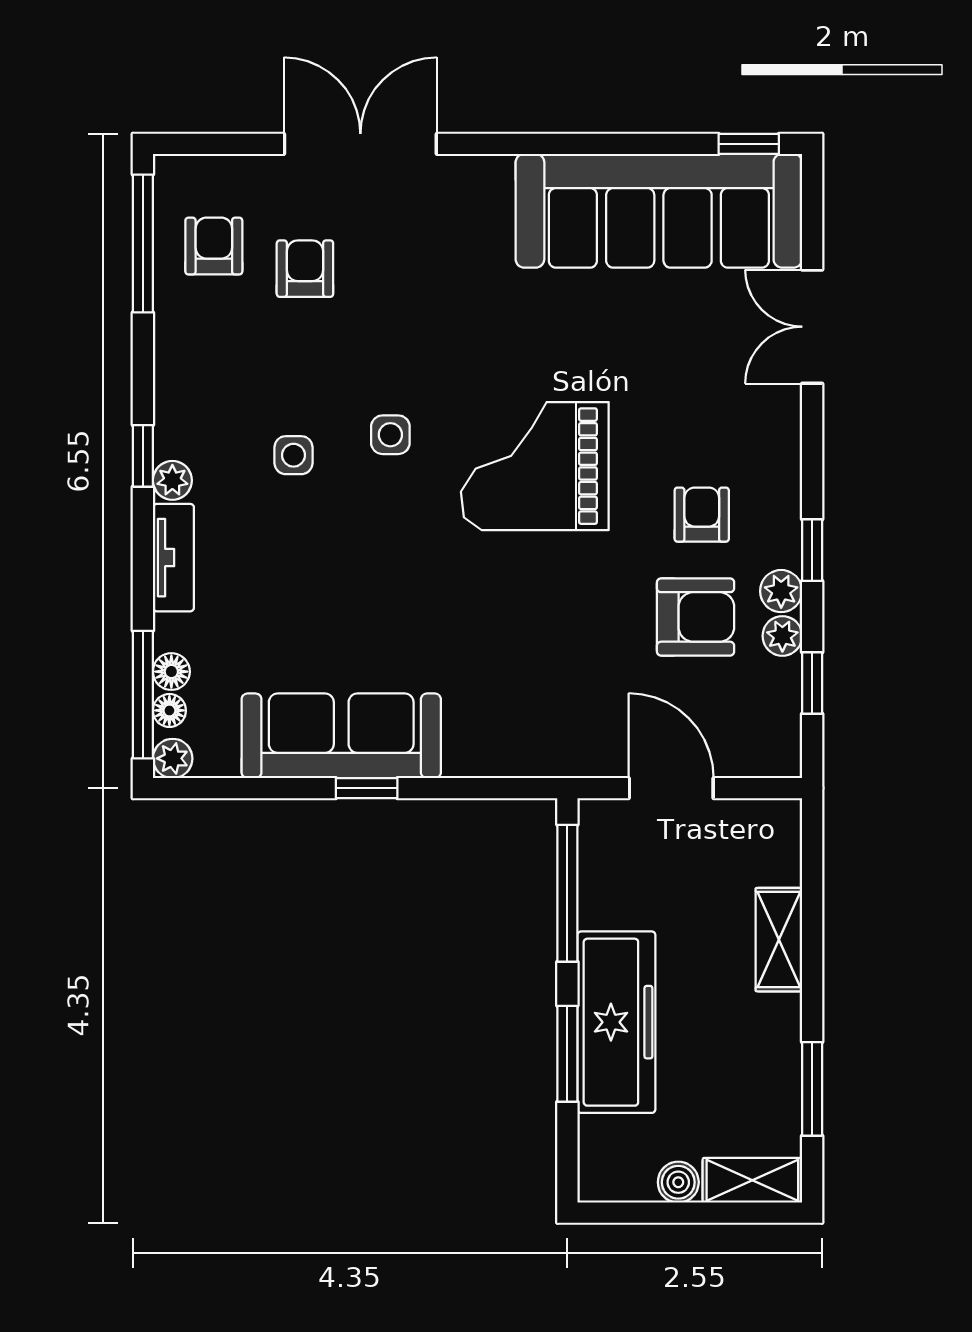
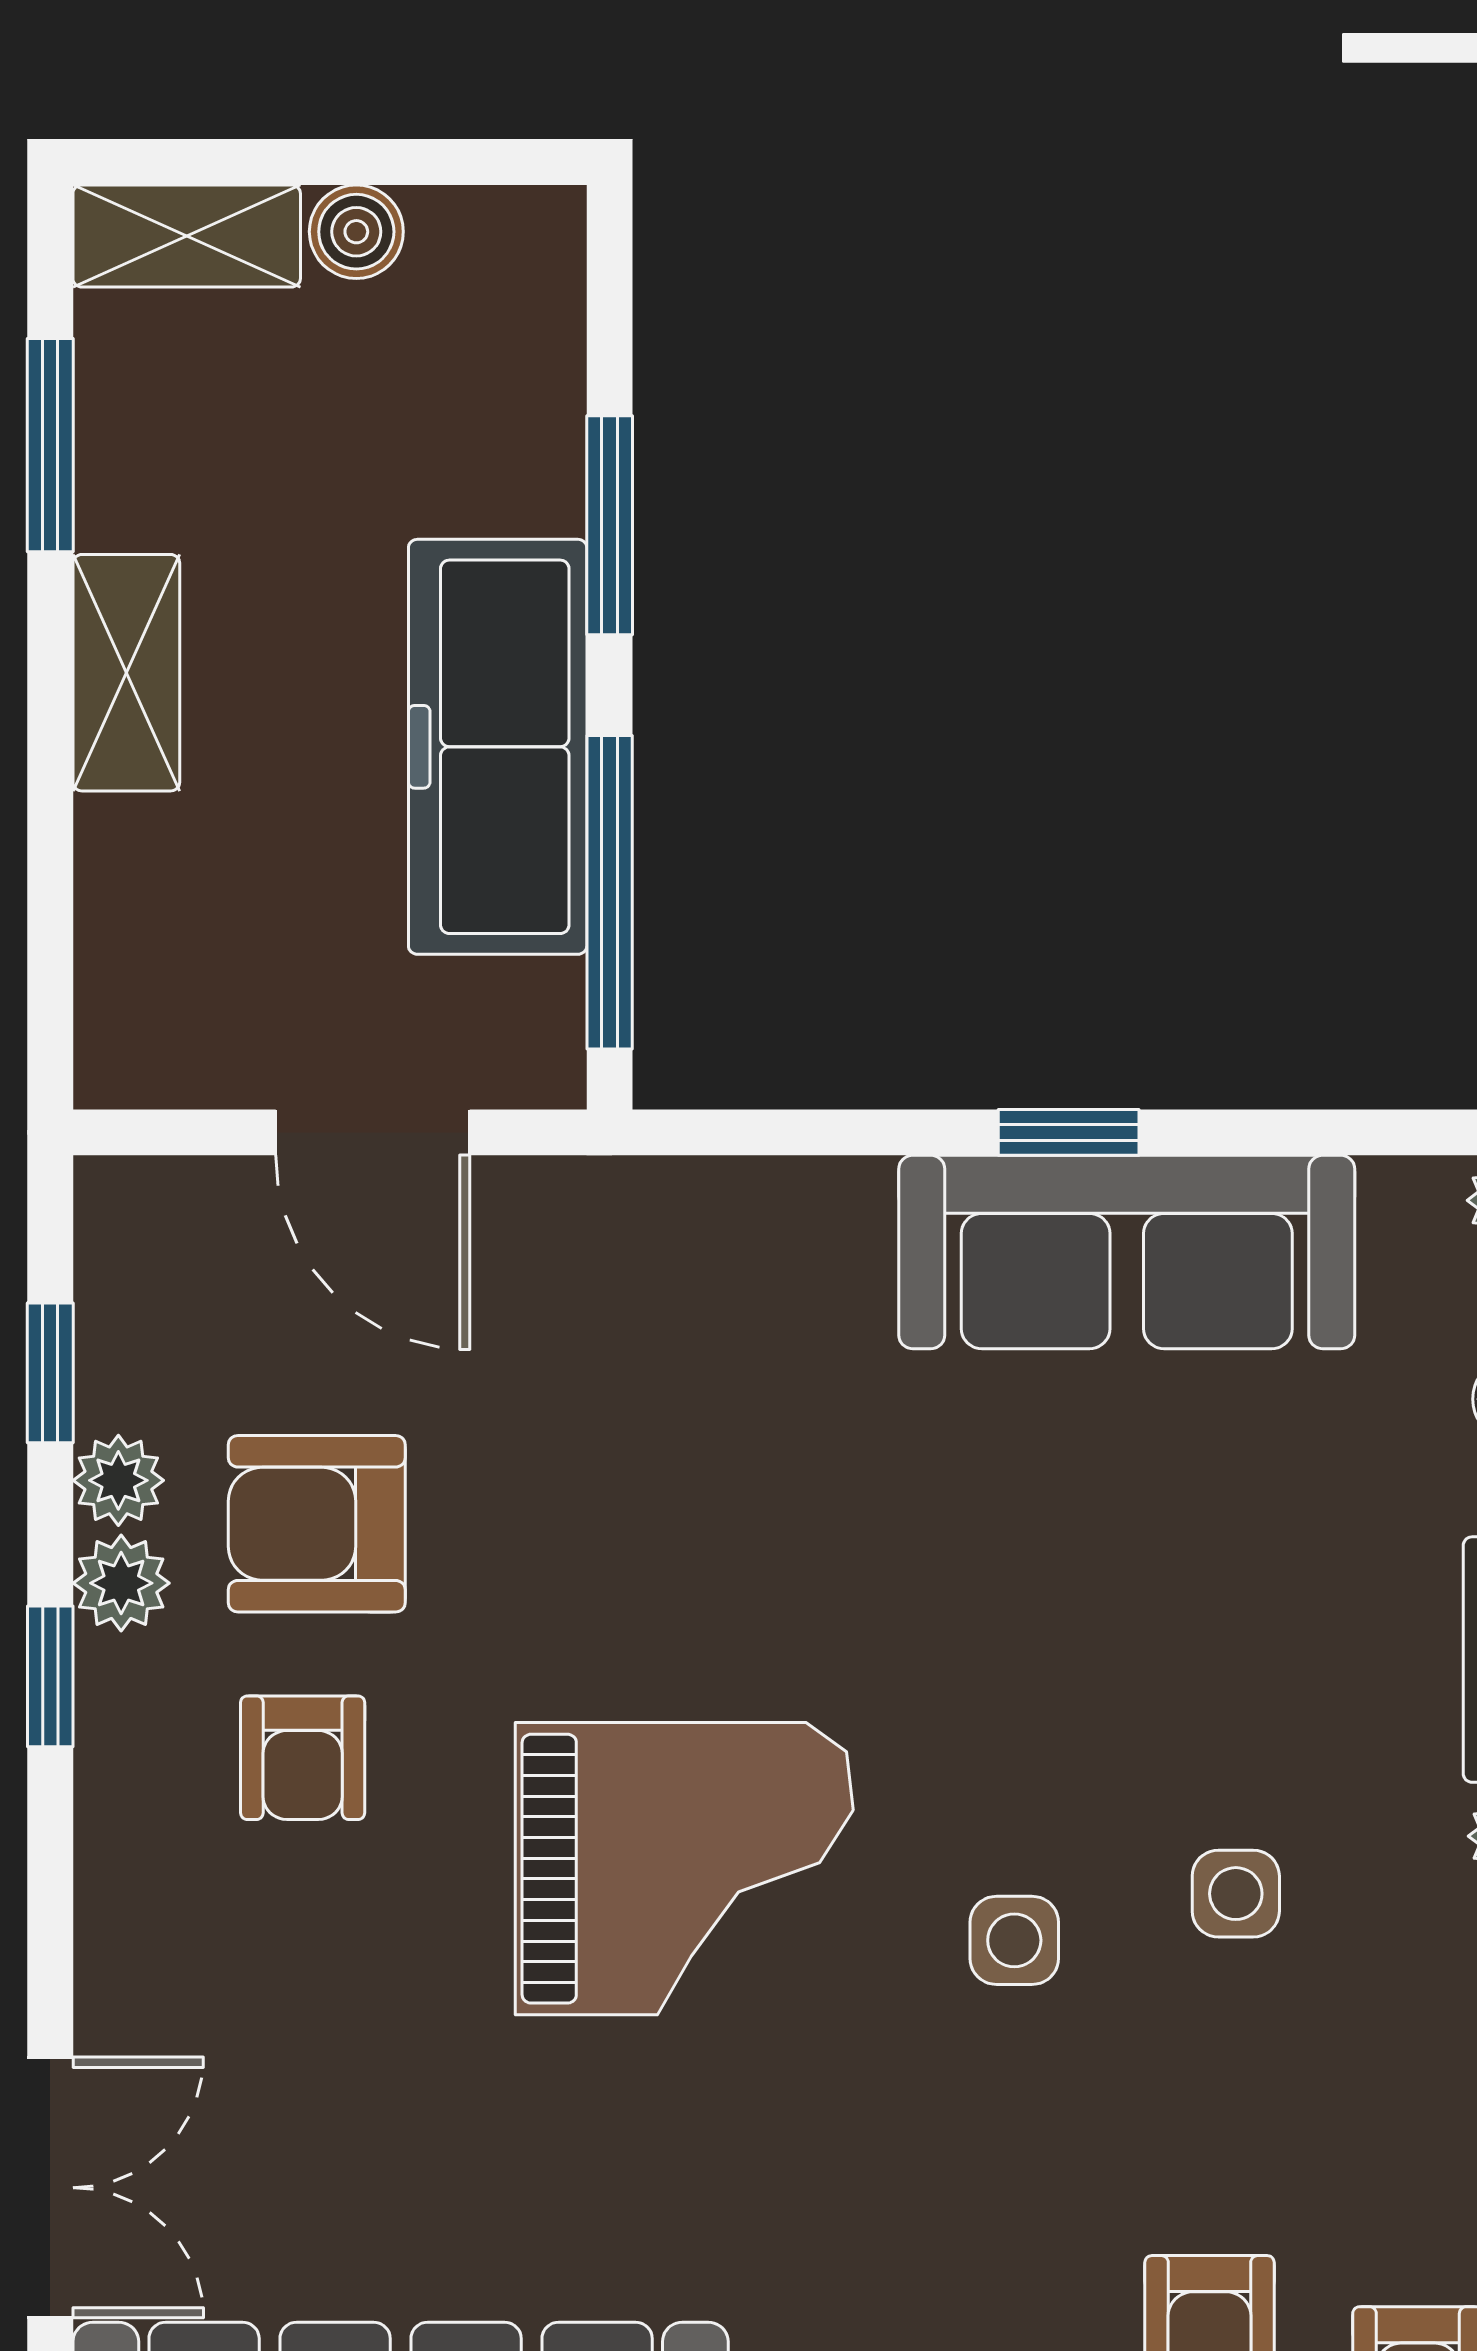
shelving: (779, 940) -> (126, 673), moved
freezer: (616, 1022) -> (498, 747), moved

